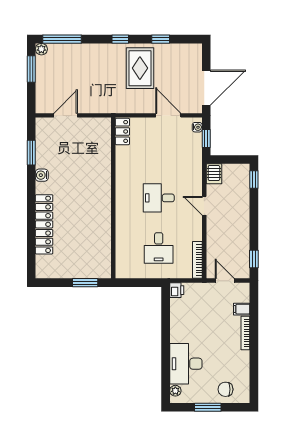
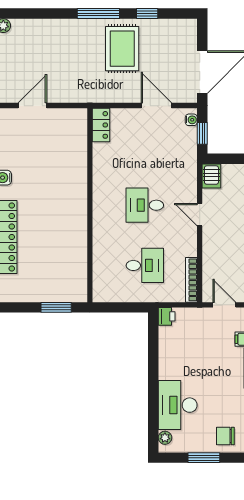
window: (62, 39) -> (28, 13), removed
window: (120, 39) -> (98, 13), width x2.17
desk: (159, 248) -> (145, 265), turned -90

